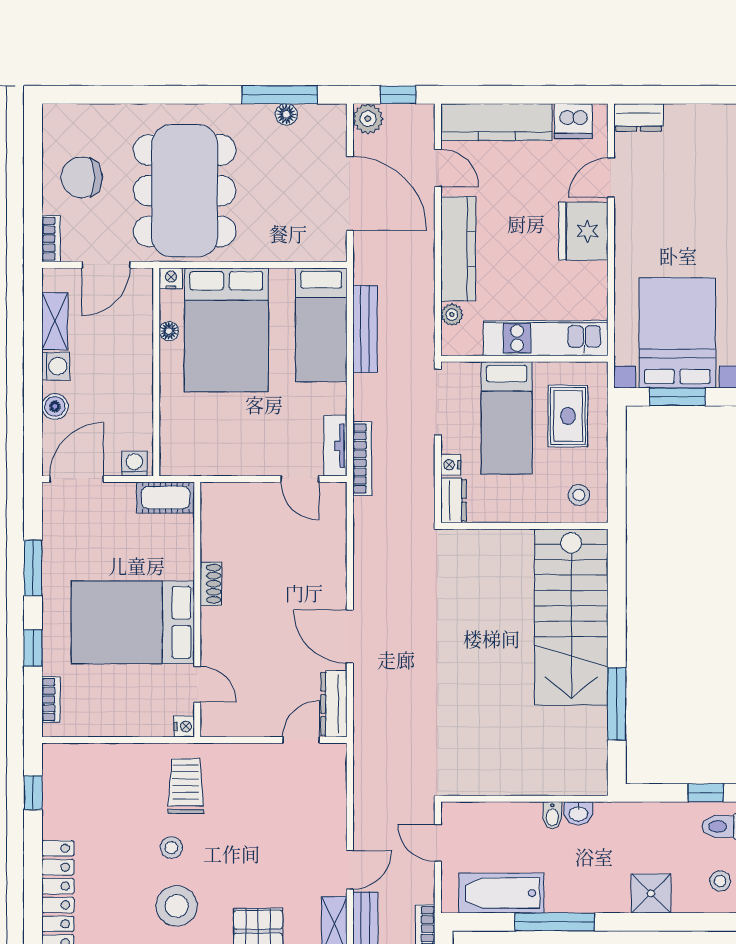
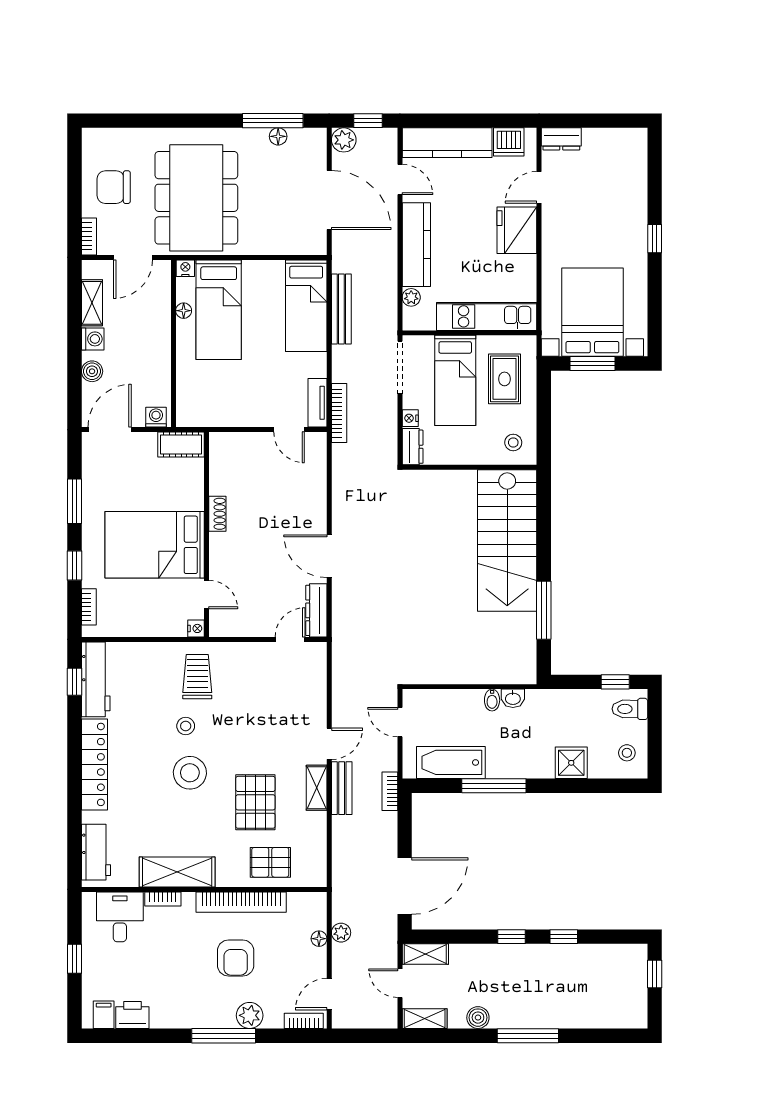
bed: (226, 330) -> (219, 310), width x0.67
workbench: (59, 790) -> (96, 679), added

